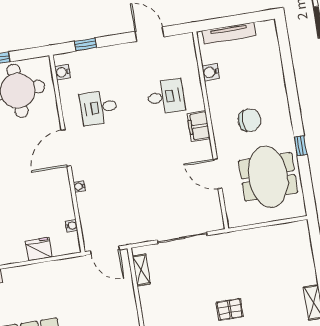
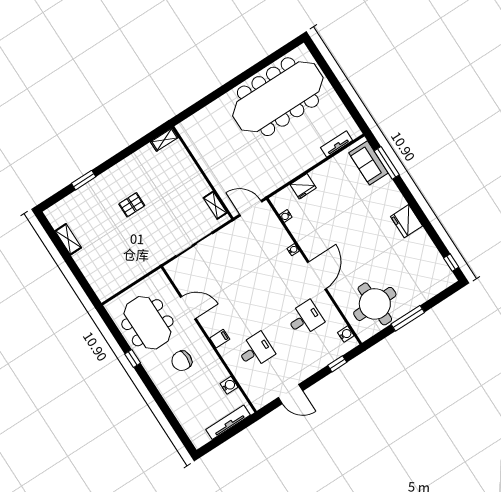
desk: (166, 97) -> (256, 350), turned 180
filing cabinet: (199, 126) -> (220, 339), width x0.50

